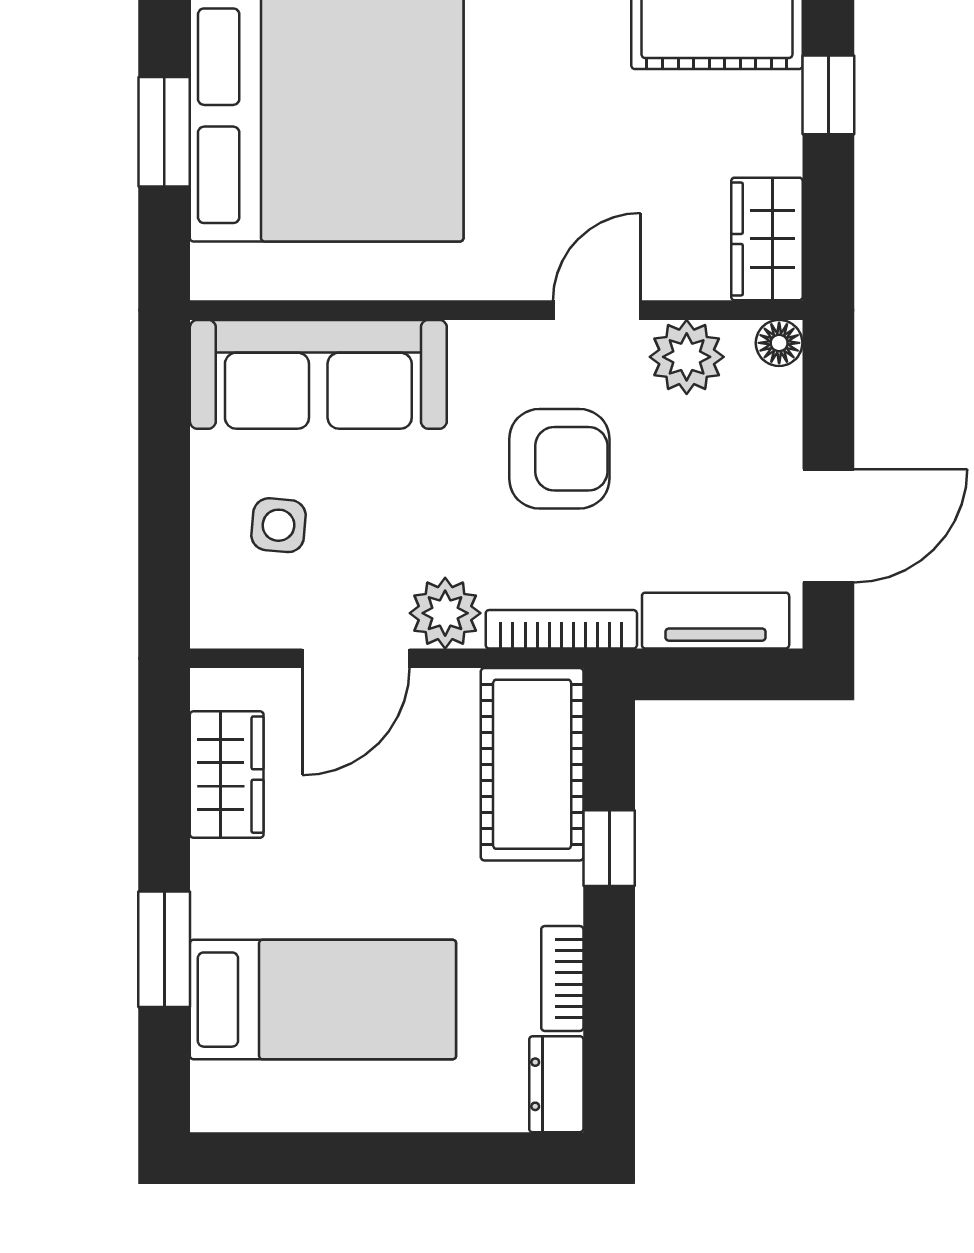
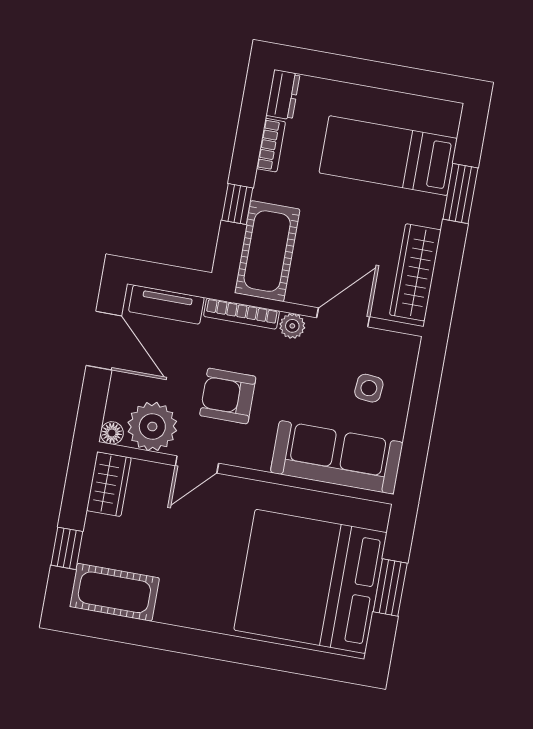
plant: (687, 357) -> (152, 426), width x1.36, depth x1.36
door: (828, 526) -> (104, 341), swing flipped
plant: (445, 613) -> (292, 326), width x0.73, depth x0.73
wardrobe: (227, 775) -> (415, 272), width x1.50

